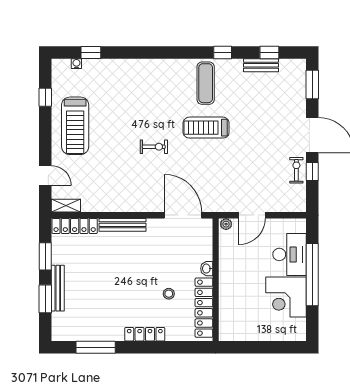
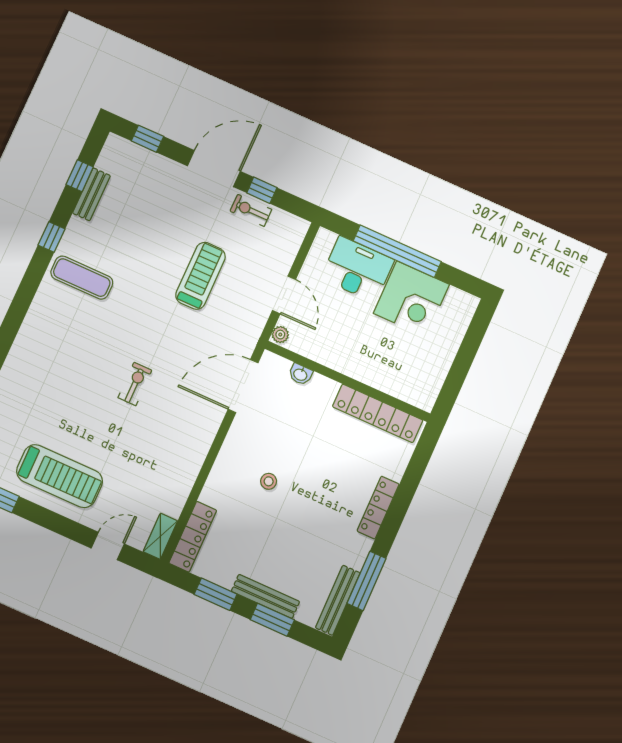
window: (312, 85) -> (147, 139), width x0.67
treadmill: (206, 128) -> (201, 276), moved, turned 180
bench: (123, 225) -> (338, 600), moved
washbasin: (207, 269) -> (300, 374), moved
stool: (169, 294) -> (269, 481), moved

